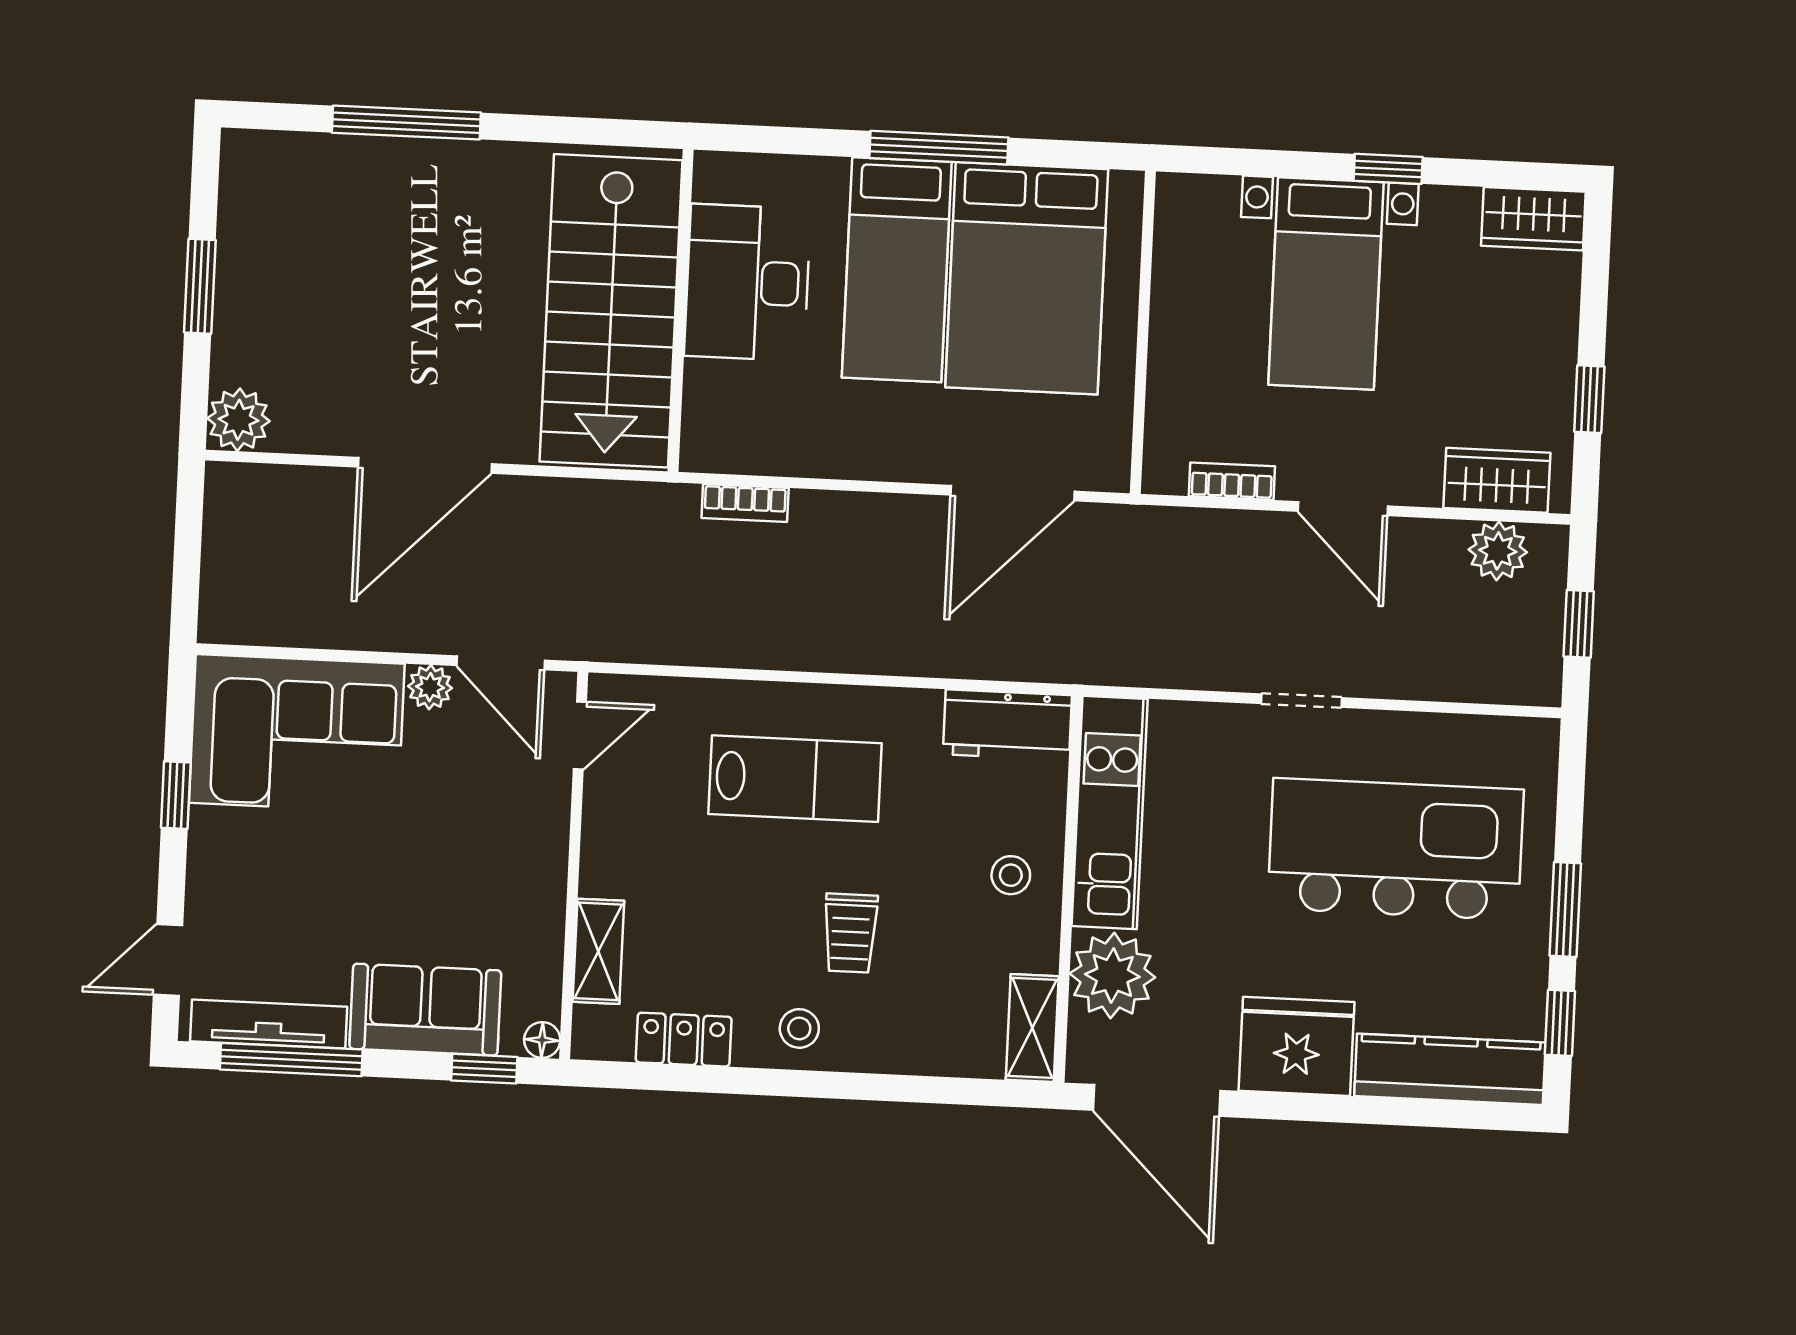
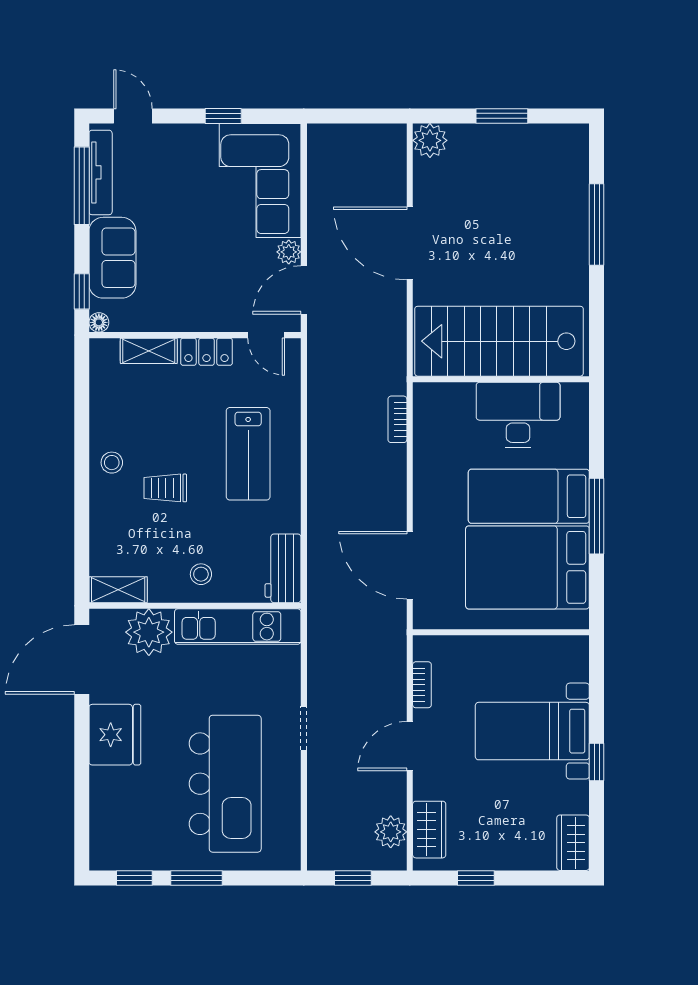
locker: (684, 1040) -> (206, 352), moved, turned 90
kitchen counter: (1450, 1069) -> (106, 819), removed

